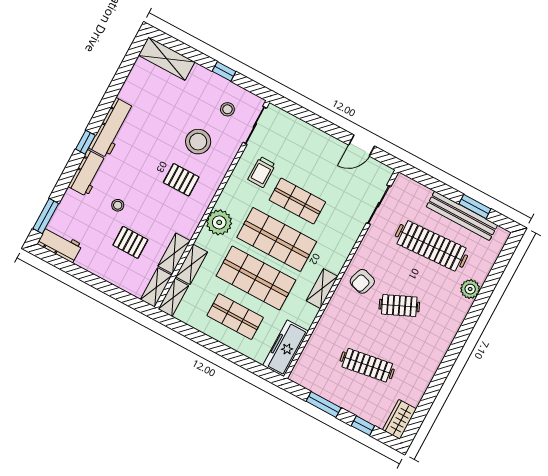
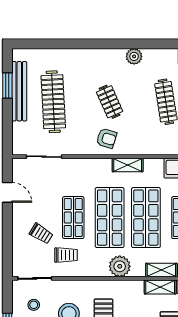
trolley: (299, 158) -> (41, 234), added
plant: (470, 289) -> (134, 56), moved

